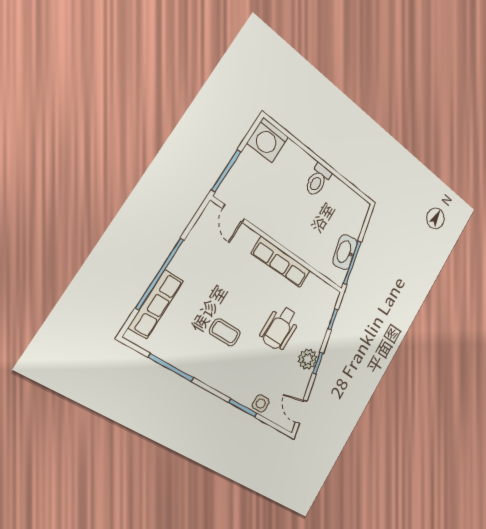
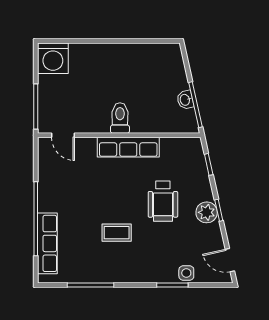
toilet: (318, 180) -> (120, 118), moved, turned 180
washbasin: (345, 252) -> (185, 100), width x0.52, depth x0.69

